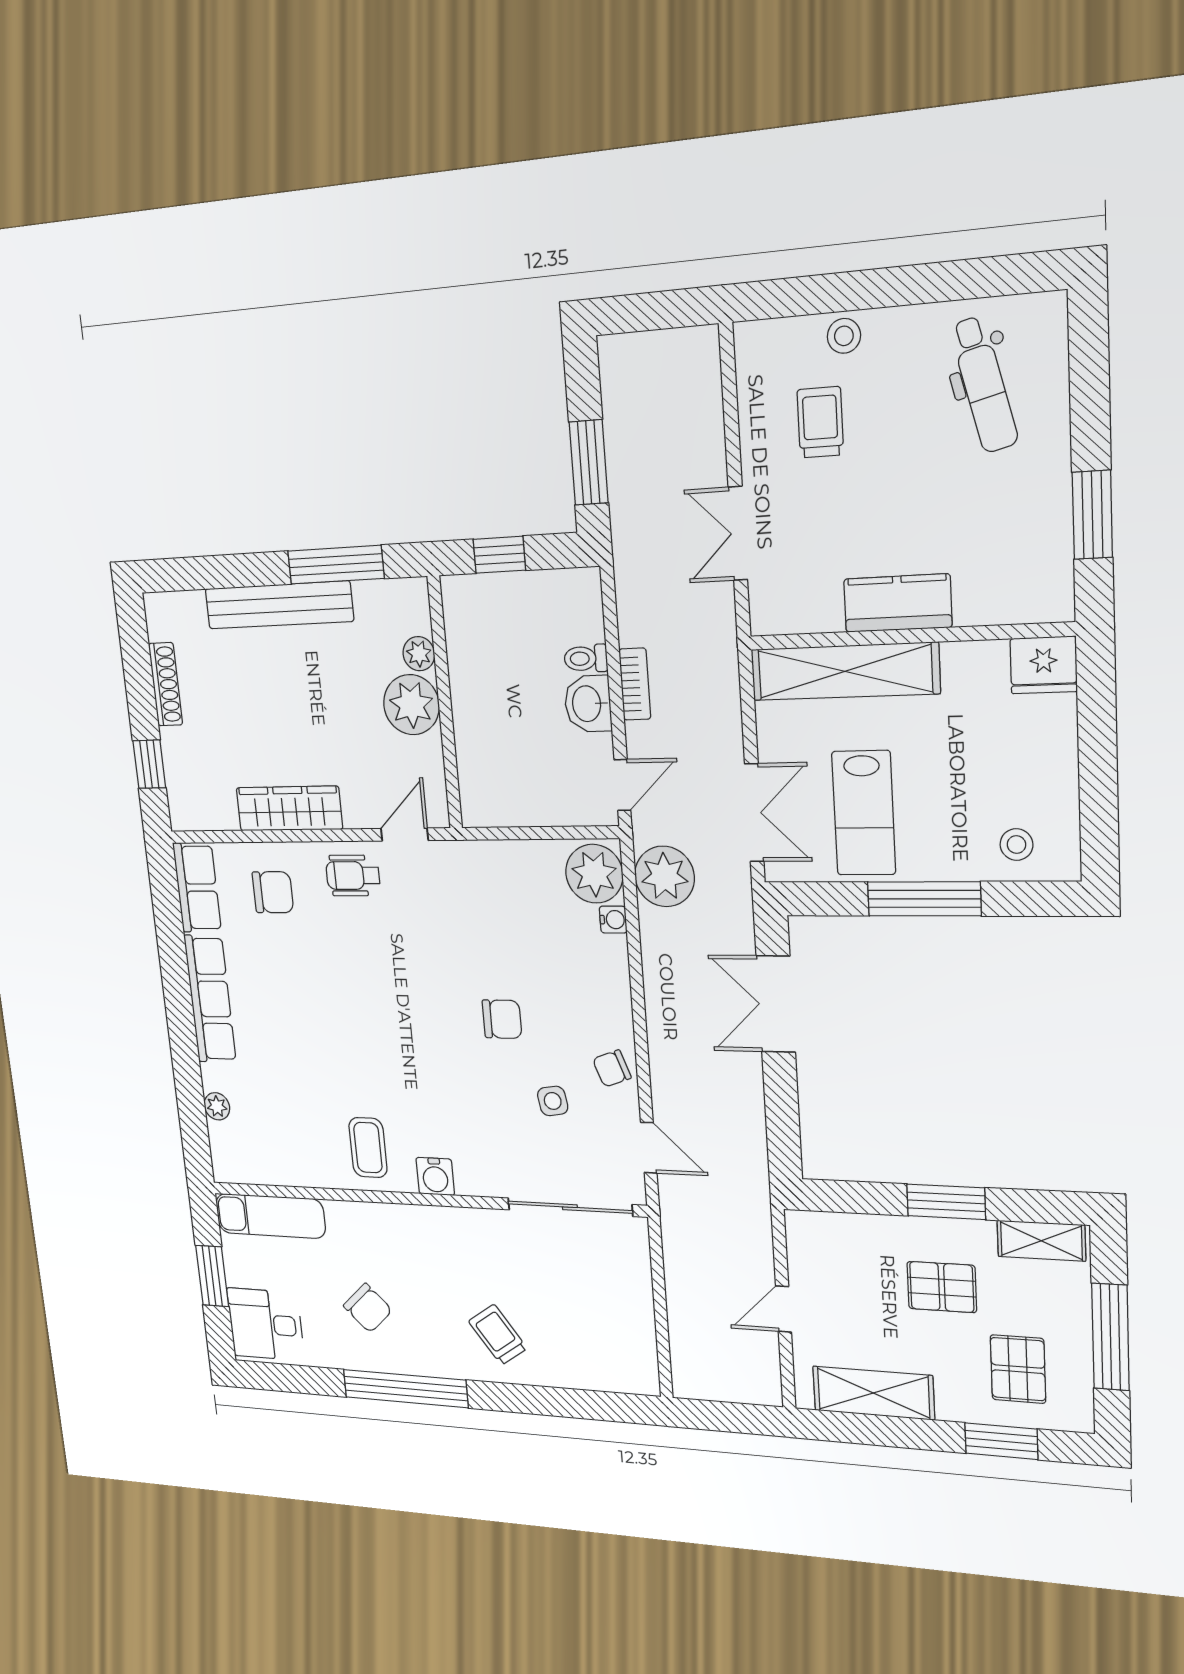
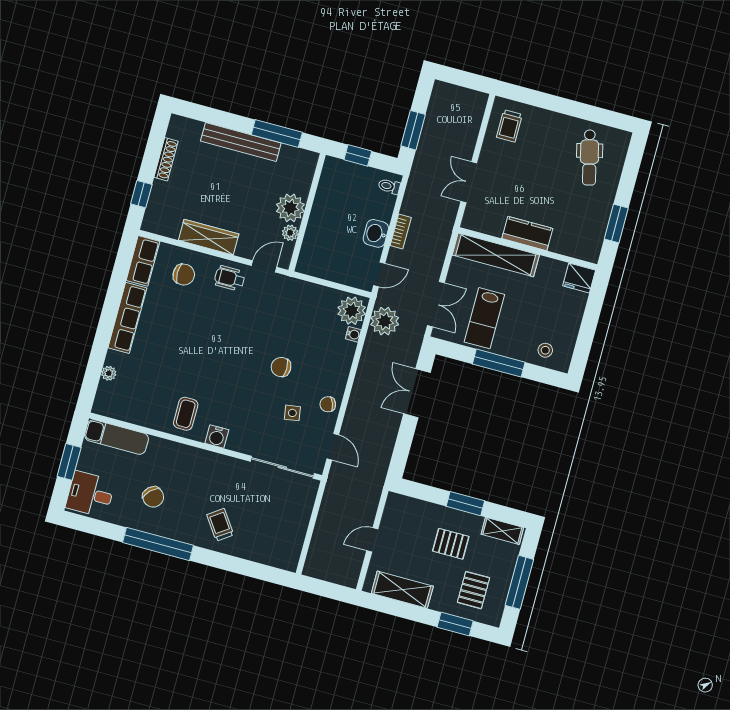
stool: (844, 336) -> (540, 118), removed
trolley: (820, 422) -> (509, 126), moved, turned 180
plant: (419, 654) -> (290, 233), moved
toilet: (586, 658) -> (389, 186), moved
chair: (502, 1019) -> (281, 367), turned 180

